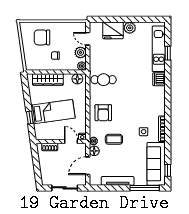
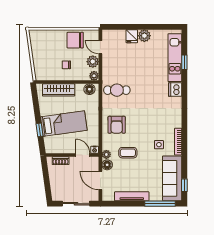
fridge: (113, 30) -> (132, 36), width x0.53, depth x0.75
chair: (42, 37) -> (75, 40), moved
door: (88, 166) -> (100, 180), hinge flipped

